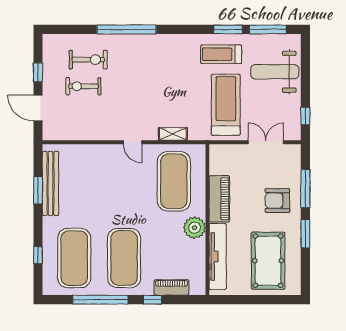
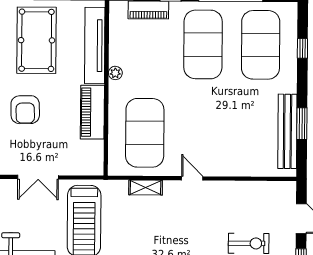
armchair: (277, 201) -> (25, 110), turned 89
plant: (195, 228) -> (115, 73), width x0.53, depth x0.53

